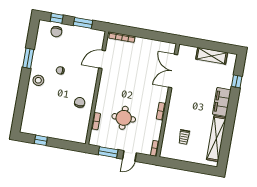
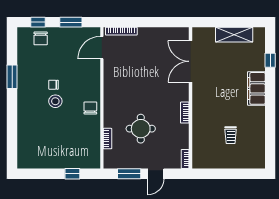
door: (102, 59) -> (102, 48), moved
stool: (38, 80) -> (55, 101), moved
chair: (80, 102) -> (90, 108), moved
trolley: (184, 137) -> (231, 135), moved
shelving: (216, 139) -> (257, 134), removed
window: (41, 140) -> (72, 174), moved

